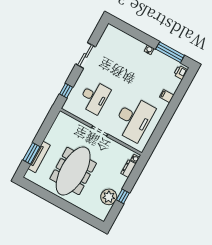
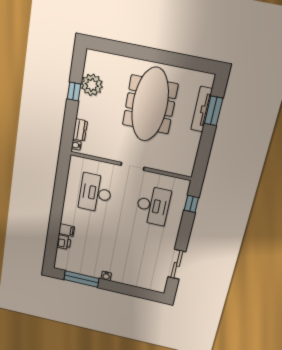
sliding door: (86, 55) -> (177, 264), moved
printer: (181, 72) -> (64, 242), moved
desk: (94, 97) -> (153, 206), turned 180
desk: (134, 119) -> (95, 193), width x0.73, depth x0.77

